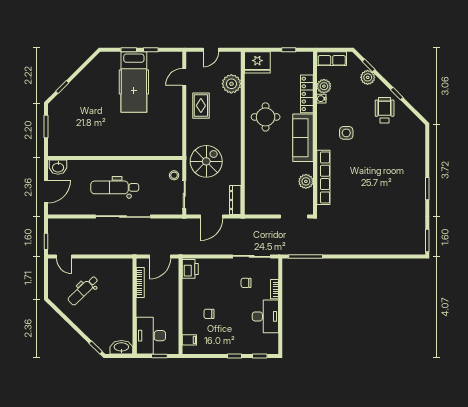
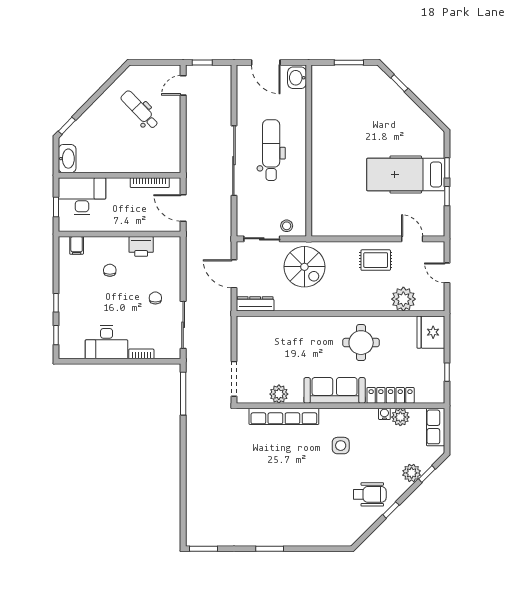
printer: (190, 269) -> (141, 246), moved
chair: (246, 283) -> (155, 298), moved

